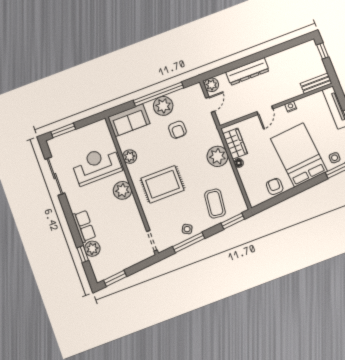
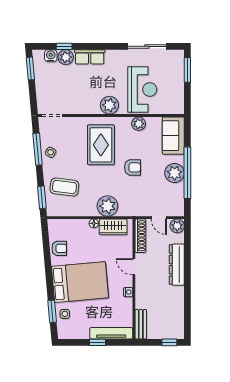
shoe rack: (234, 115) -> (140, 236), added
armchair: (177, 130) -> (132, 167), moved, turned 180
water cooler: (96, 263) -> (51, 56), added

